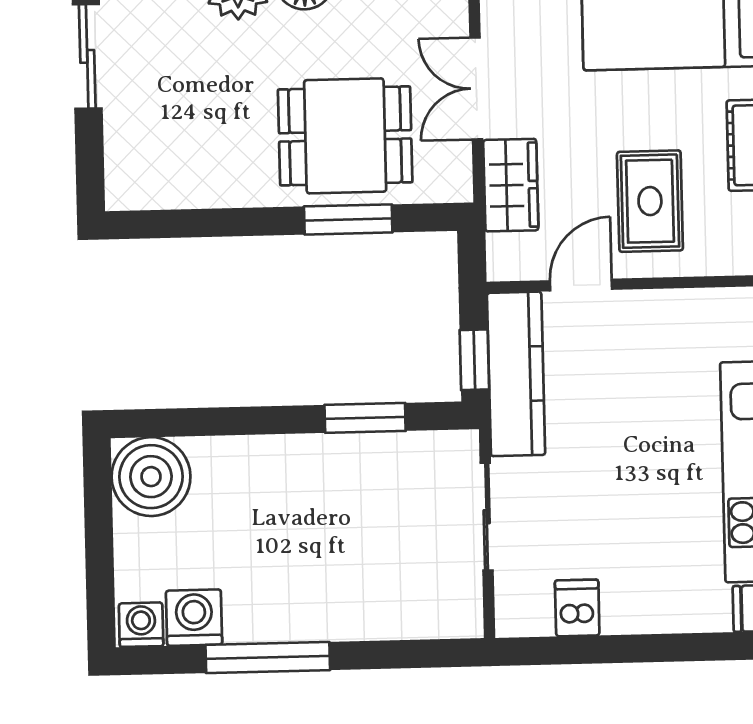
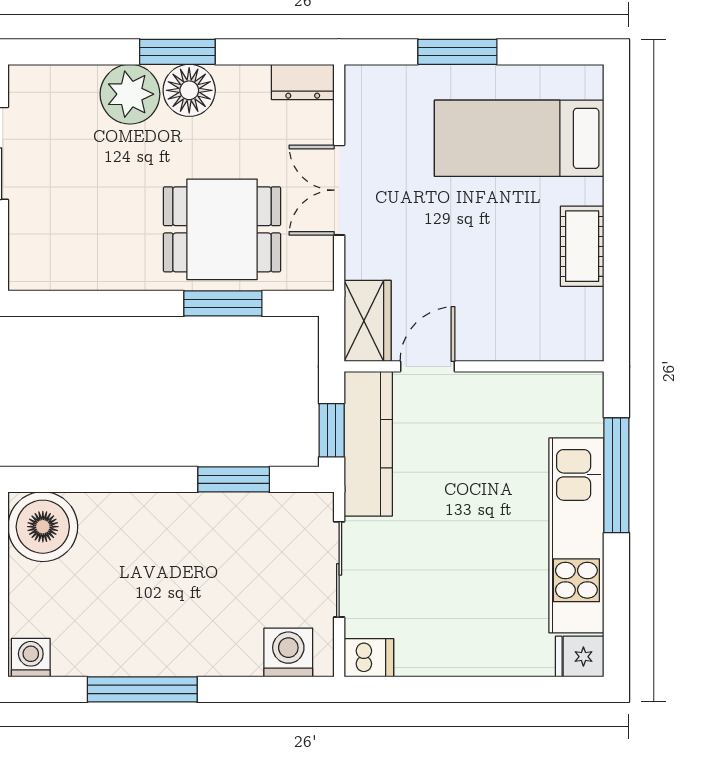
wardrobe: (511, 185) -> (368, 321), moved
rug: (650, 201) -> (490, 294), removed
dishwasher: (577, 608) -> (369, 658), moved, turned 90
washing machine: (194, 618) -> (288, 653), moved

